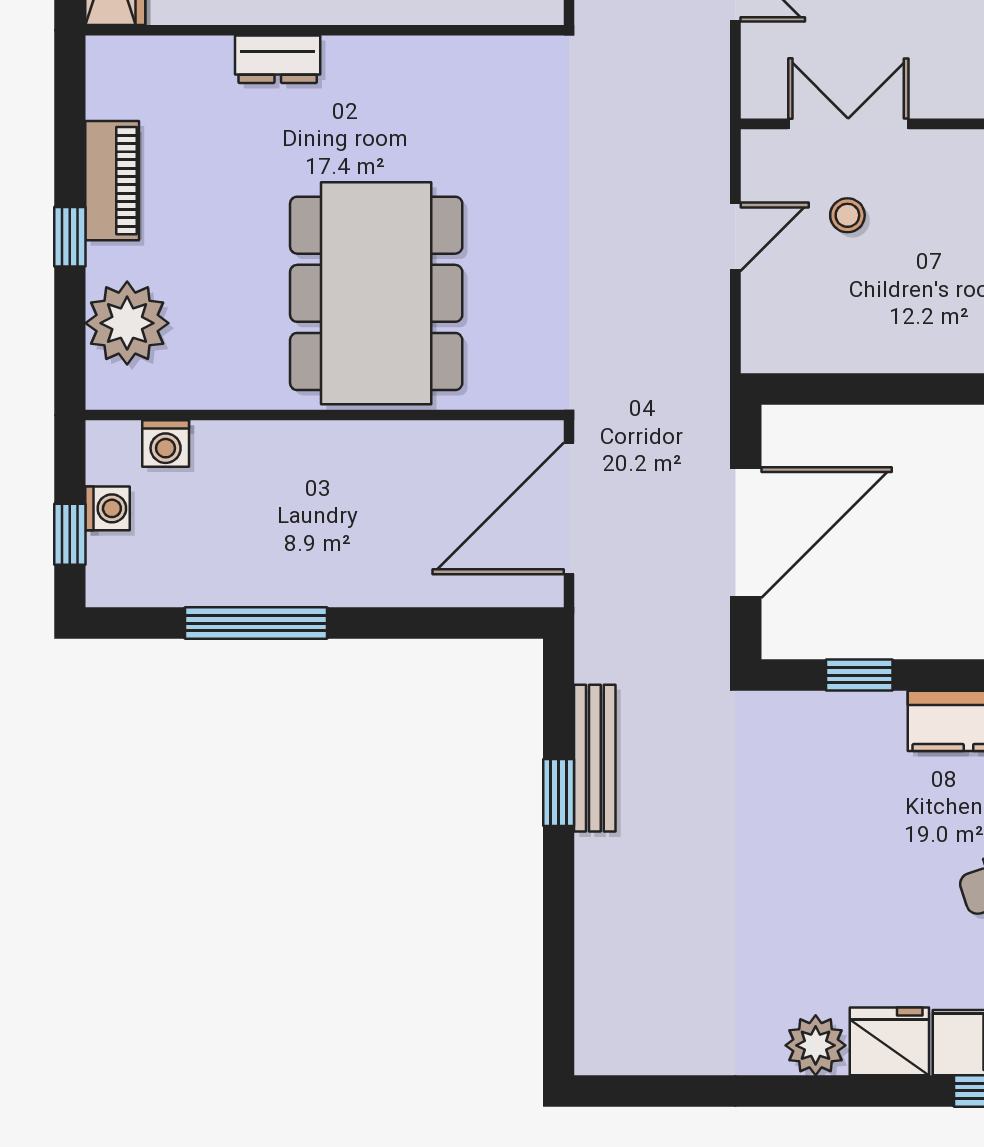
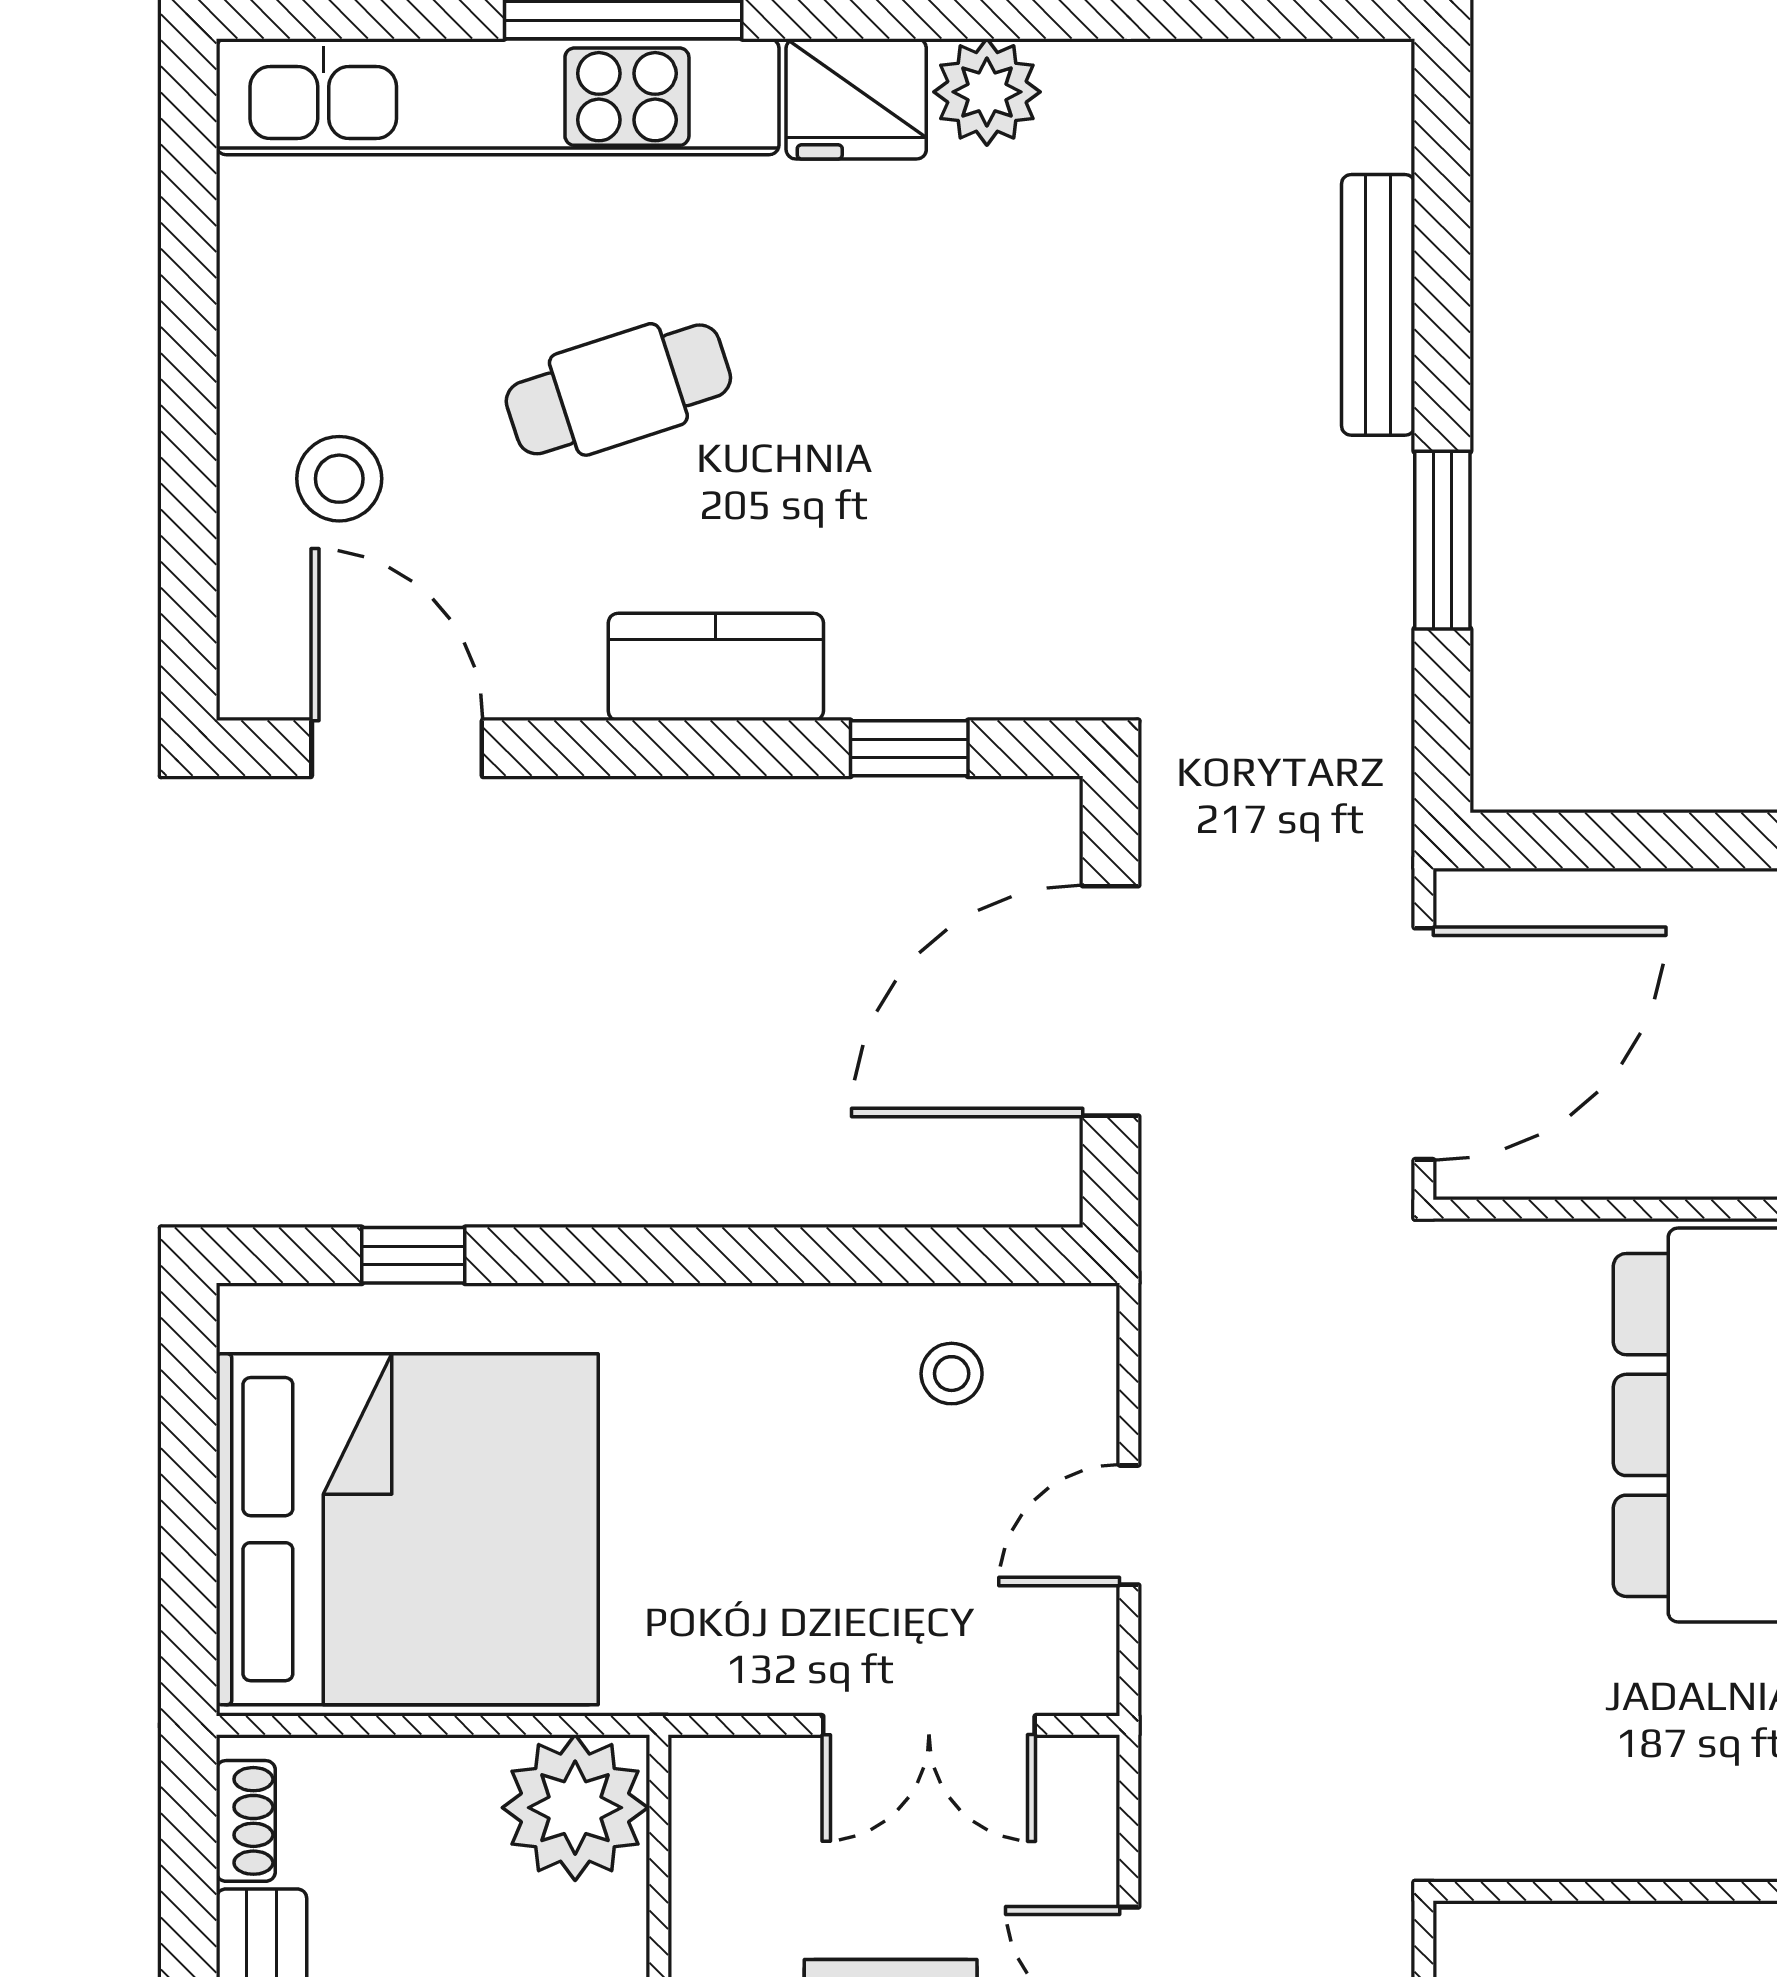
stool: (847, 215) -> (952, 1374), moved
bench: (595, 758) -> (1378, 305), moved
window: (559, 792) -> (1442, 540), width x1.50

